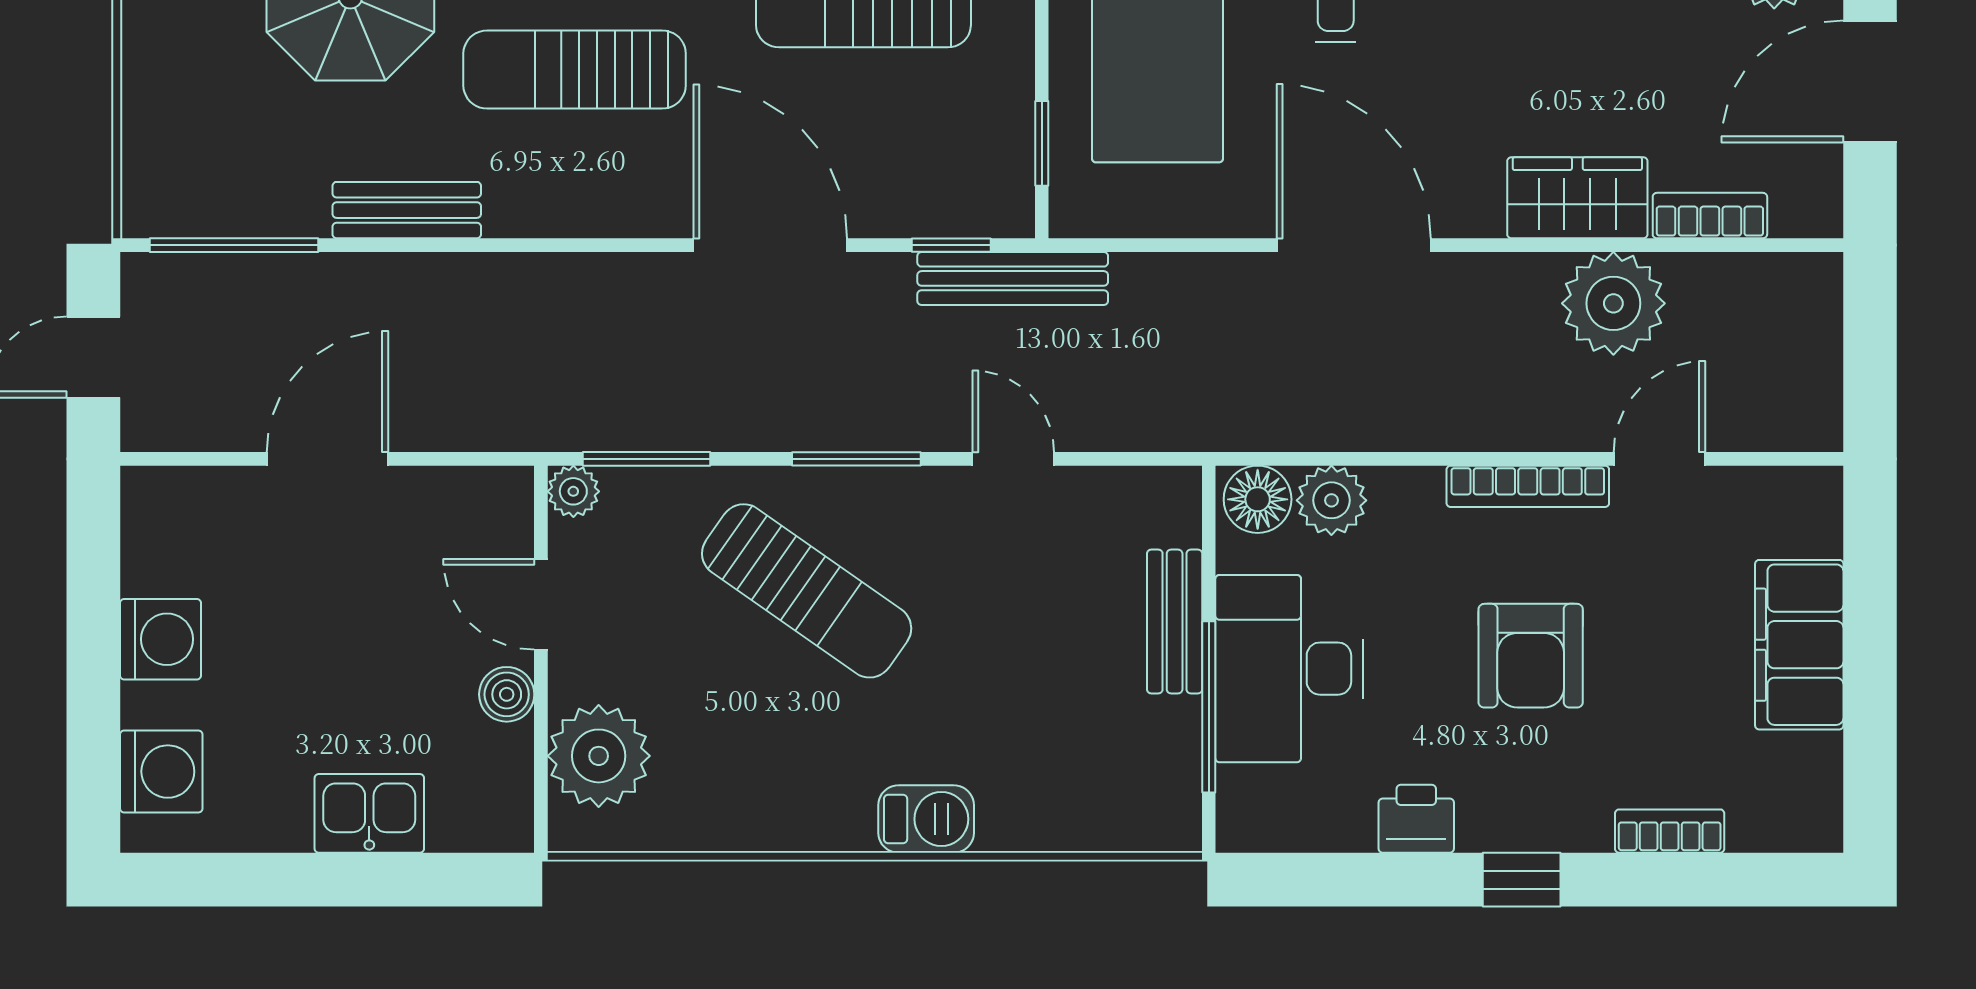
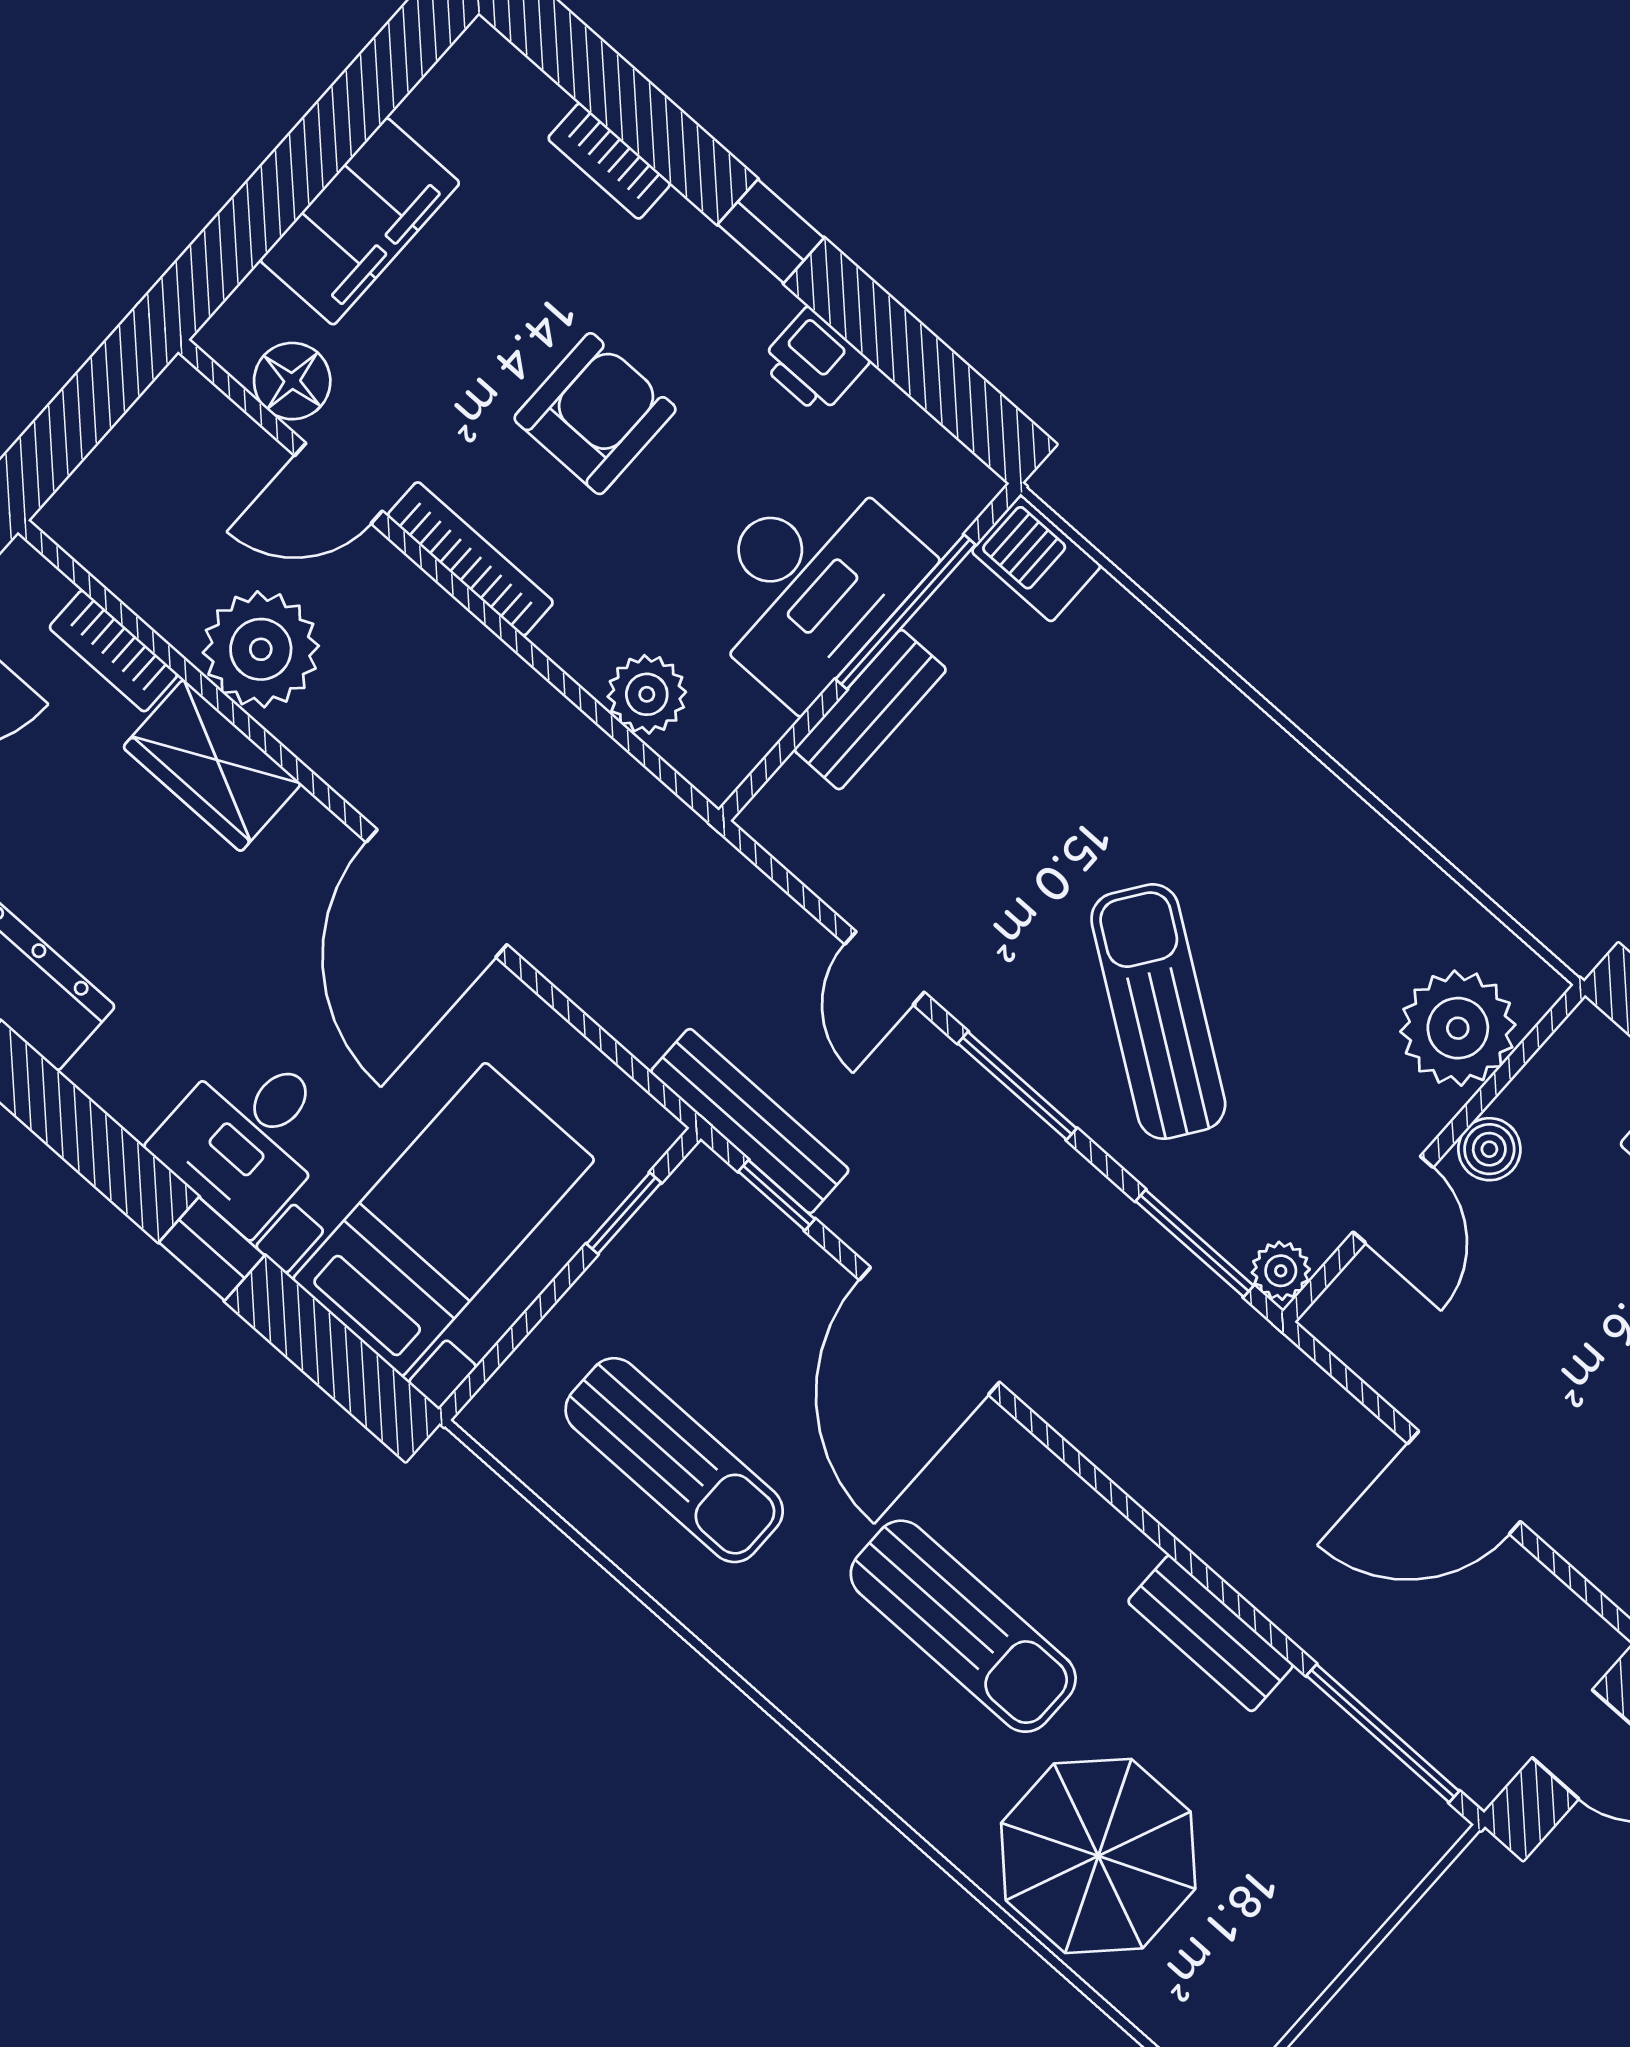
floor lamp: (1258, 499) -> (292, 381), moved
barbecue: (926, 819) -> (1036, 559), moved

